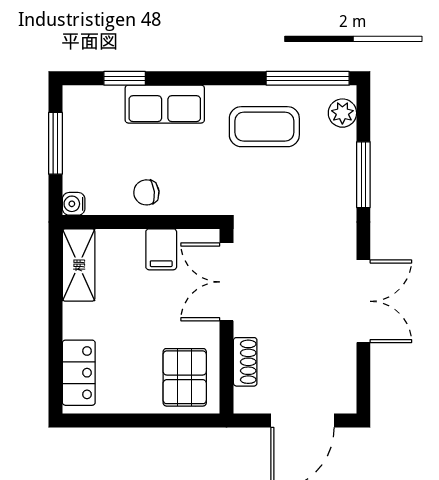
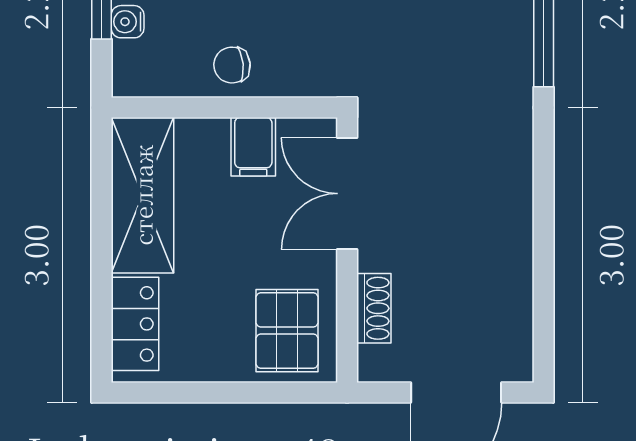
water cooler: (74, 204) -> (128, 22), moved
shelving: (79, 265) -> (142, 195), width x1.50, depth x1.33
double door: (363, 301) -> (544, 221), removed

